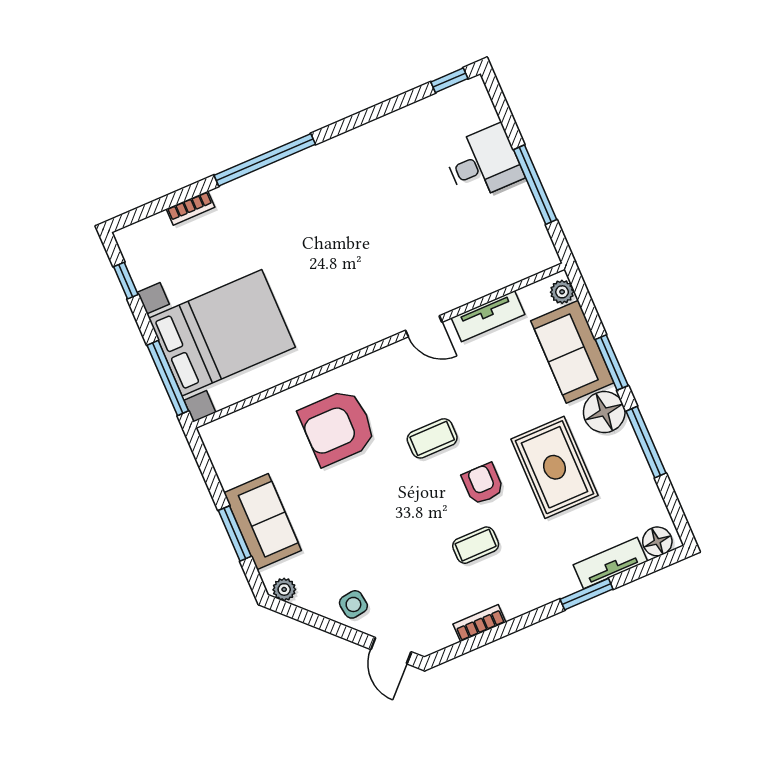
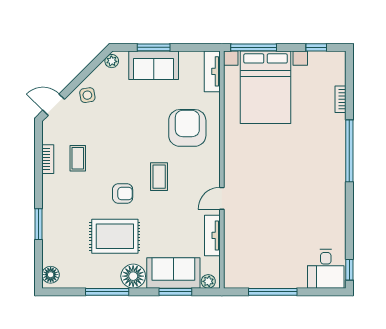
desk: (483, 163) -> (326, 269), moved
window: (612, 362) -> (175, 292), moved
coffee table: (476, 545) -> (78, 158), moved
tv unit: (610, 563) -> (212, 71), moved, turned 180

